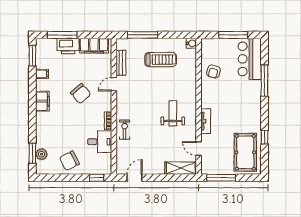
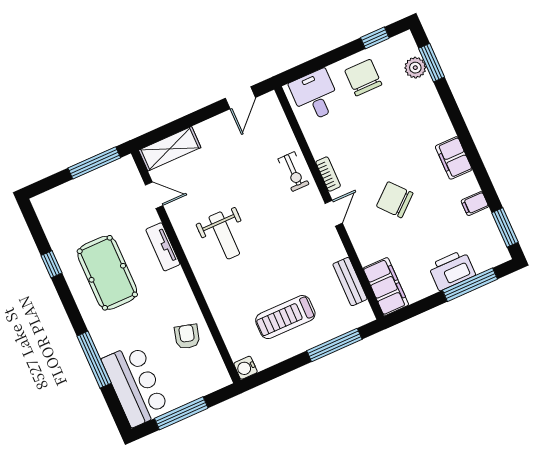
filing cabinet: (94, 46) -> (386, 287), moved, turned 90
door: (114, 84) -> (334, 213), moved
desk: (100, 142) -> (315, 95), moved, turned 90
pool table: (245, 152) -> (107, 273), moved
chair: (69, 161) -> (363, 78), turned -63
window: (97, 178) -> (375, 38), moved

